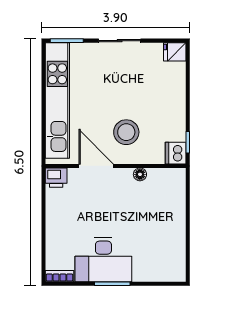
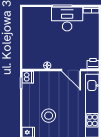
stool: (126, 132) -> (49, 116), moved

